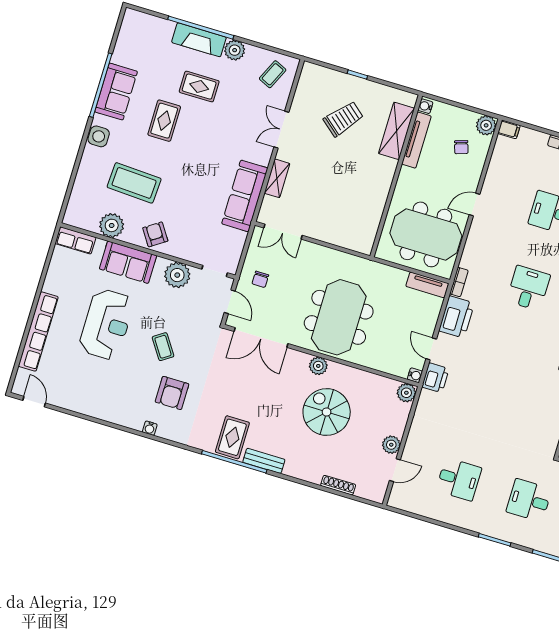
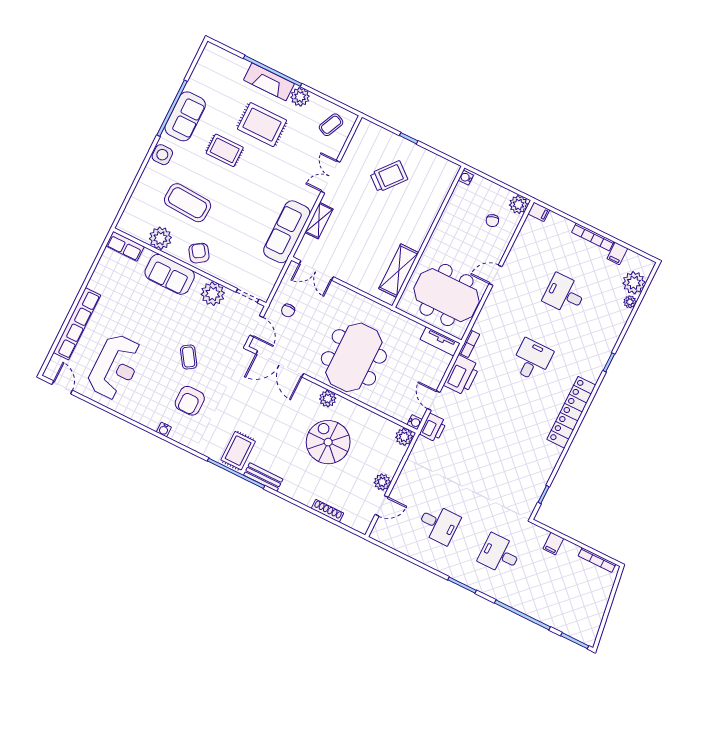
rug: (199, 87) -> (262, 125), width x1.36, depth x1.43
rug: (164, 121) -> (225, 150), turned 90
shelving: (397, 131) -> (399, 271), moved
tv unit: (416, 140) -> (452, 207), removed
reception desk: (106, 324) -> (115, 367), moved

